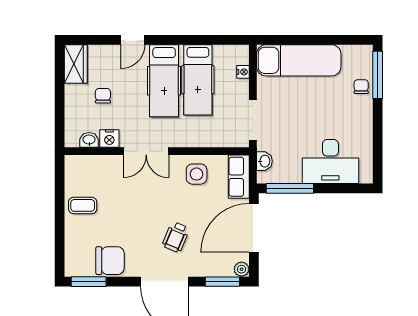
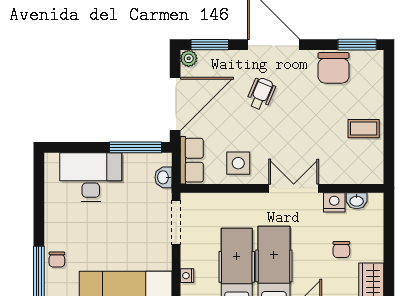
chair: (110, 261) -> (334, 68), turned -90

